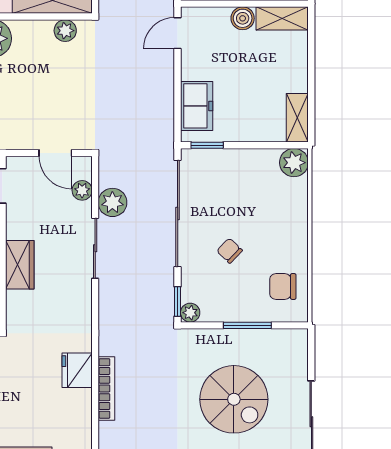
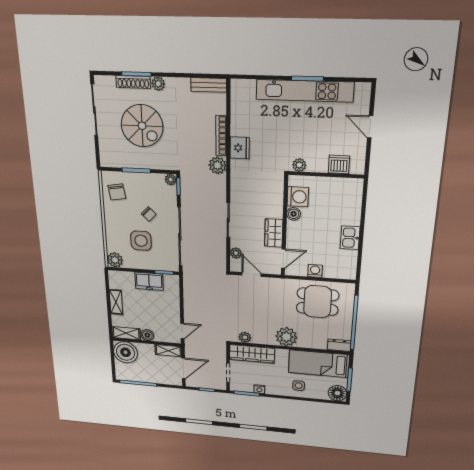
freezer: (197, 106) -> (149, 281), moved, turned -90
shelving: (297, 118) -> (116, 302), moved
plant: (112, 202) -> (218, 165), moved
side table: (245, 202) -> (141, 241), added
wardrobe: (20, 265) -> (274, 233), moved
chair: (283, 286) -> (117, 192), turned 81
spiral stairs: (234, 399) -> (142, 126), turned 180

